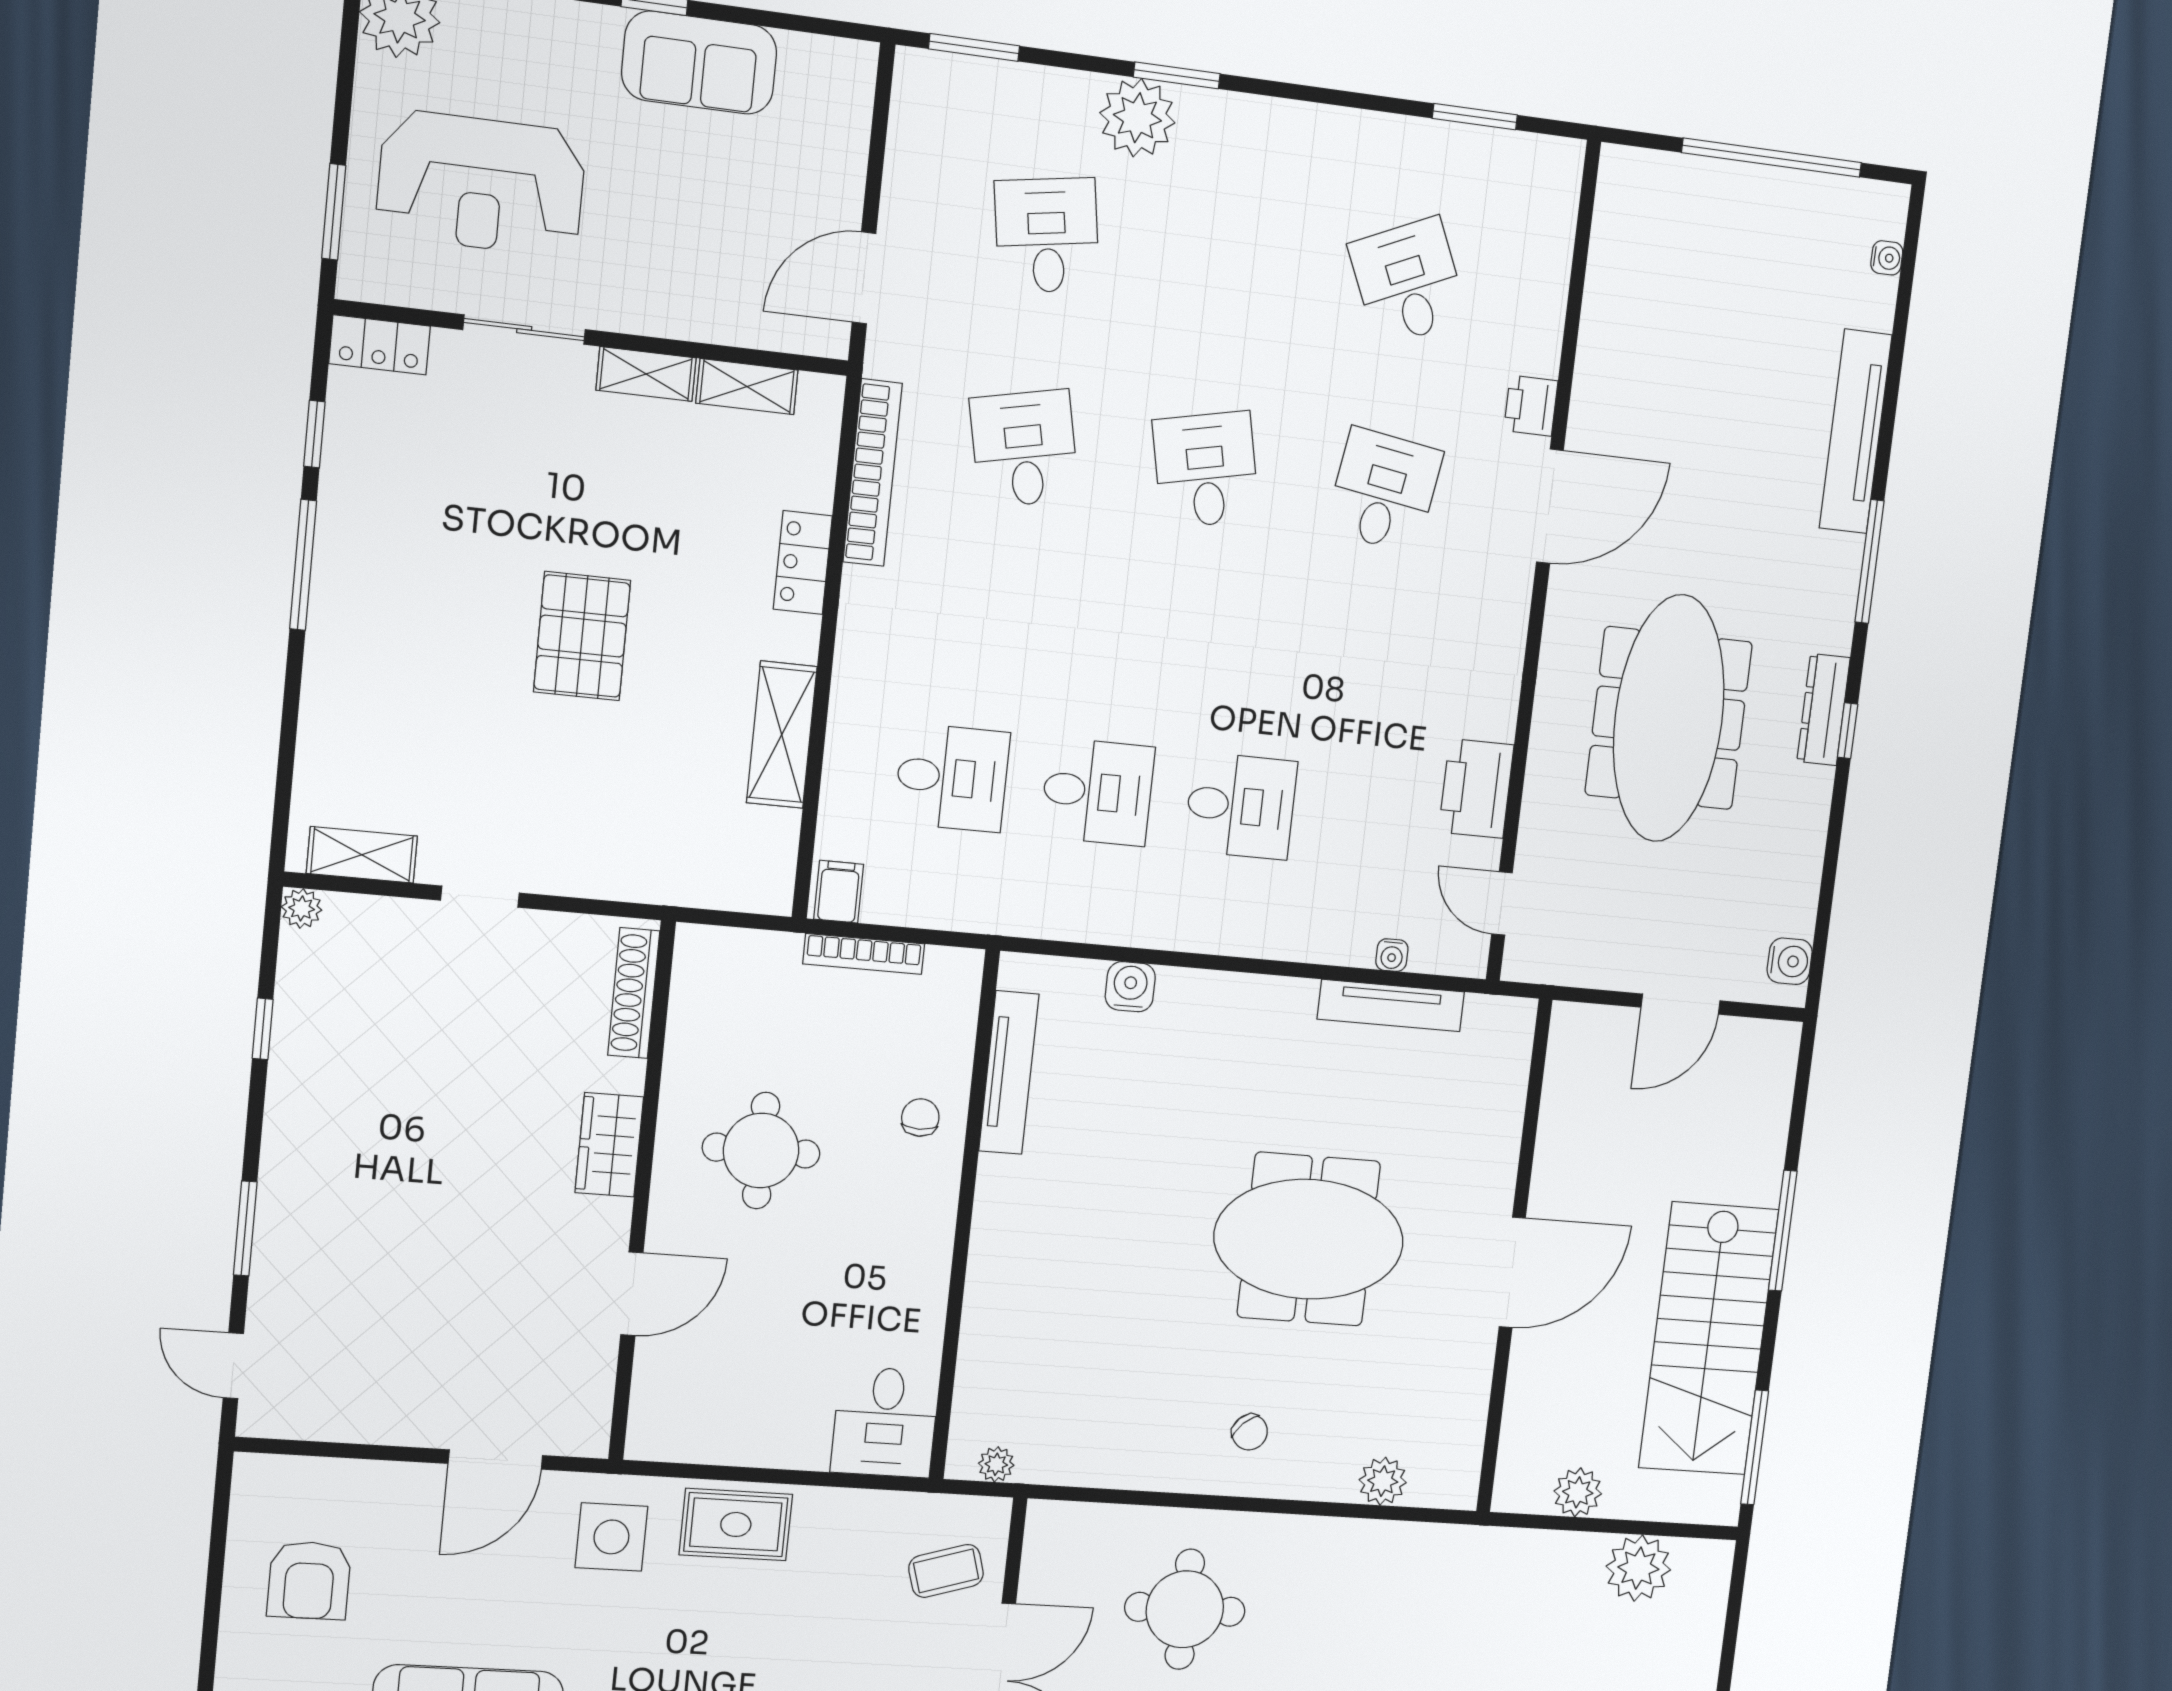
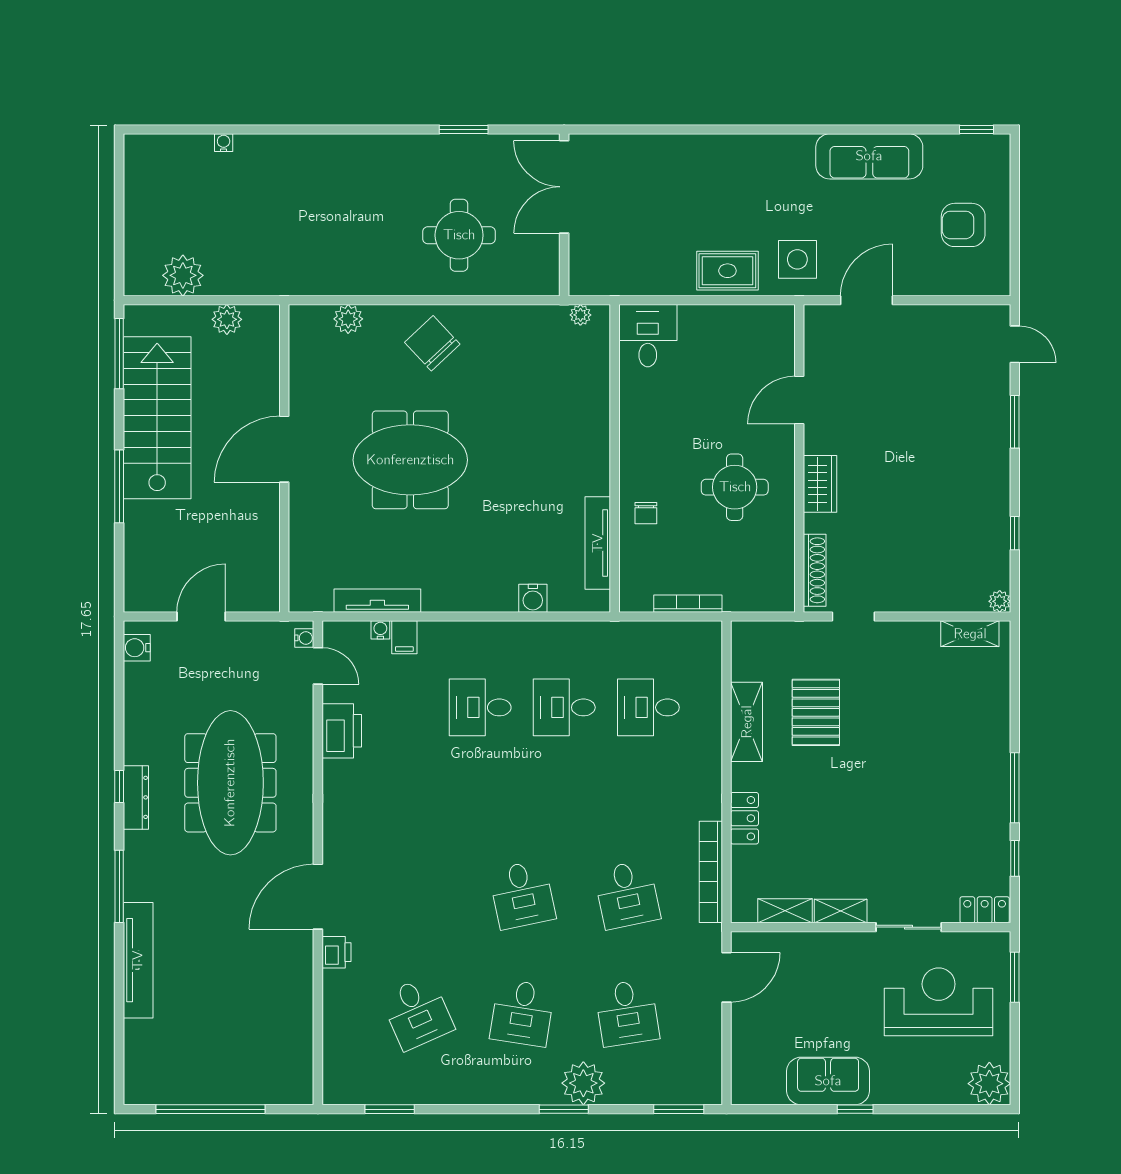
water cooler: (1887, 258) -> (304, 638), moved, turned 180
desk: (1384, 491) -> (522, 1013), moved
pallet: (582, 636) -> (816, 712), moved
filing cabinet: (839, 892) -> (404, 637), moved
doorway: (480, 897) -> (853, 616), moved
chair: (1250, 1432) -> (432, 343), width x1.87, depth x1.87
coffee table: (946, 1571) -> (603, 250), removed
armchair: (309, 1580) -> (963, 225), turned -90

